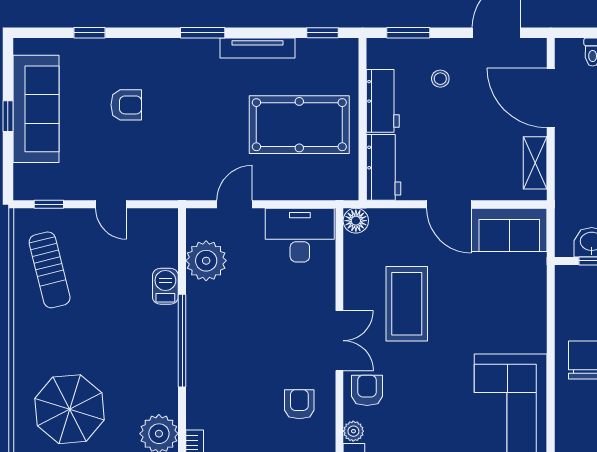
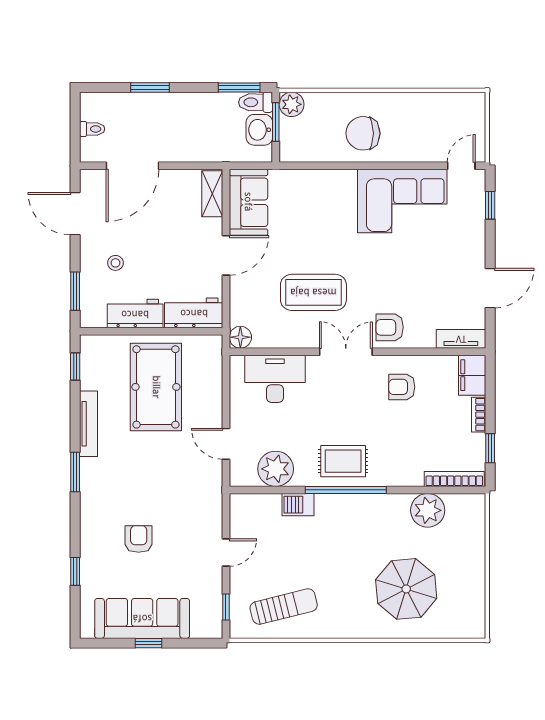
shelving: (535, 163) -> (212, 194), moved, turned 90
desk: (300, 235) -> (275, 379), moved, turned 90
rug: (215, 337) -> (343, 461), added
plant: (353, 431) -> (425, 339), removed

